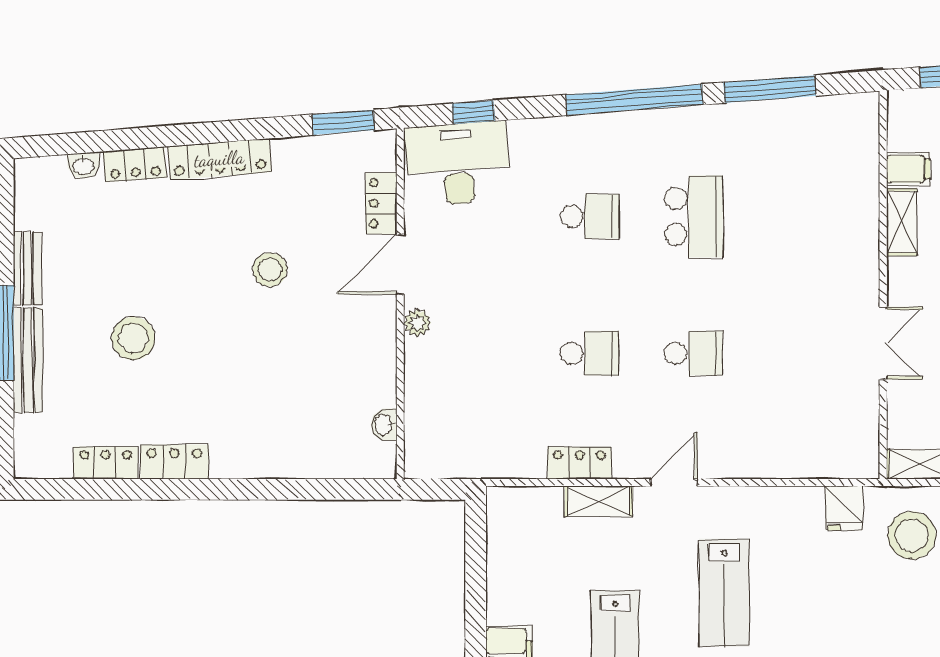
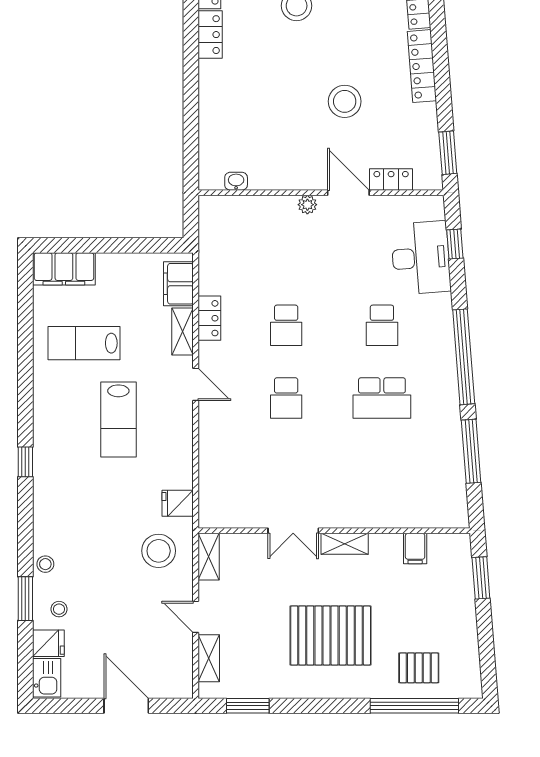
desk: (458, 164) -> (421, 258), moved
shelving: (902, 222) -> (345, 544), moved
stool: (270, 270) -> (345, 101), width x1.38, depth x1.38
filing cabinet: (530, 507) -> (178, 284), added
lab bench: (724, 593) -> (118, 420), turned -90

